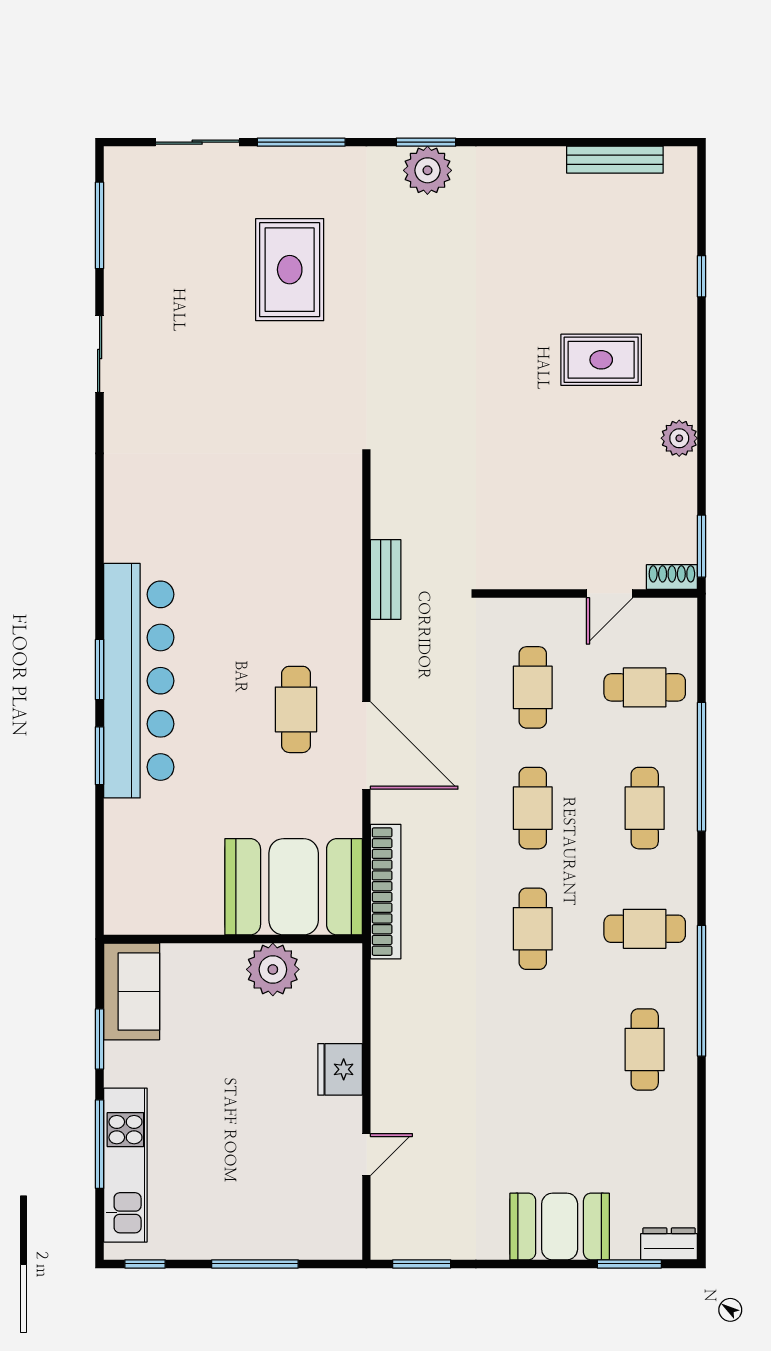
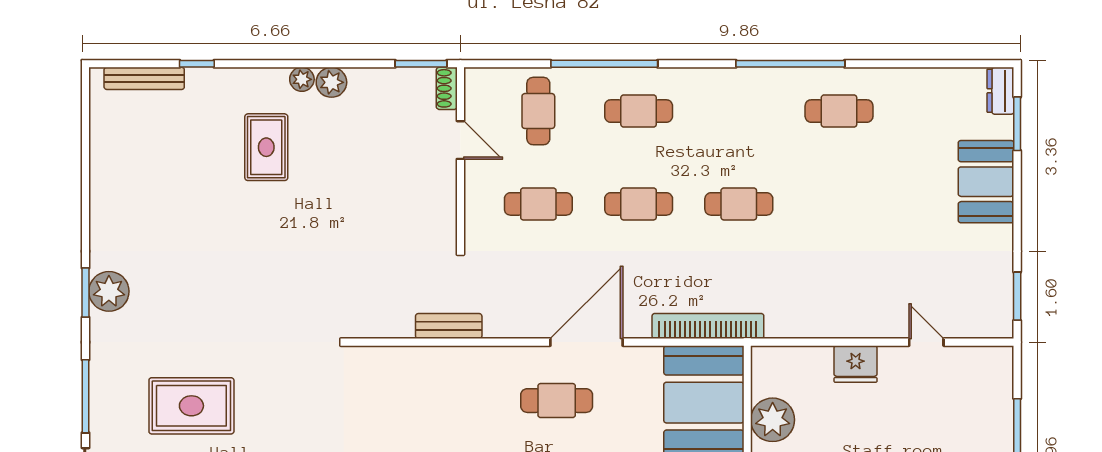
bench: (615, 160) -> (144, 78), moved, turned 90
plant: (683, 403) -> (302, 79), added
cafe table: (645, 929) -> (739, 111), removed

